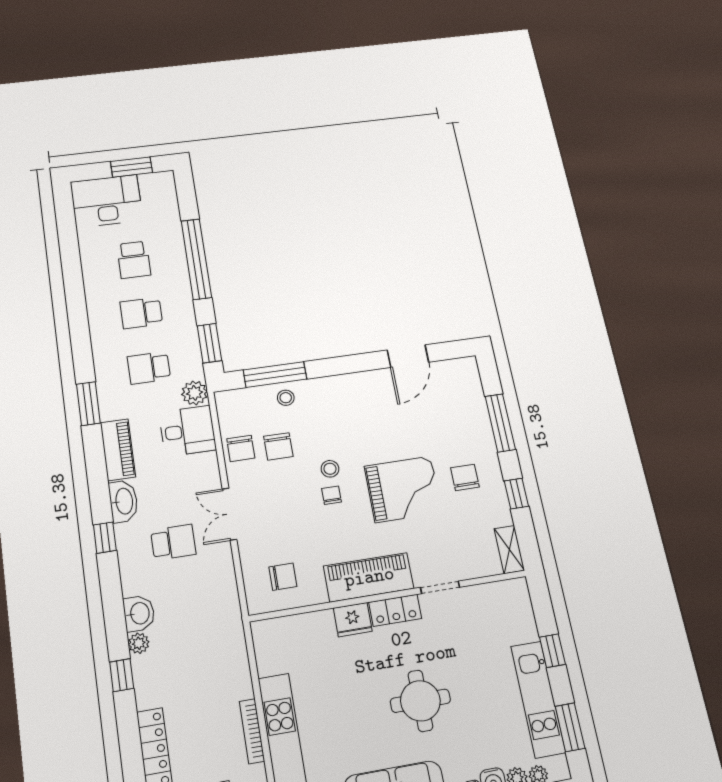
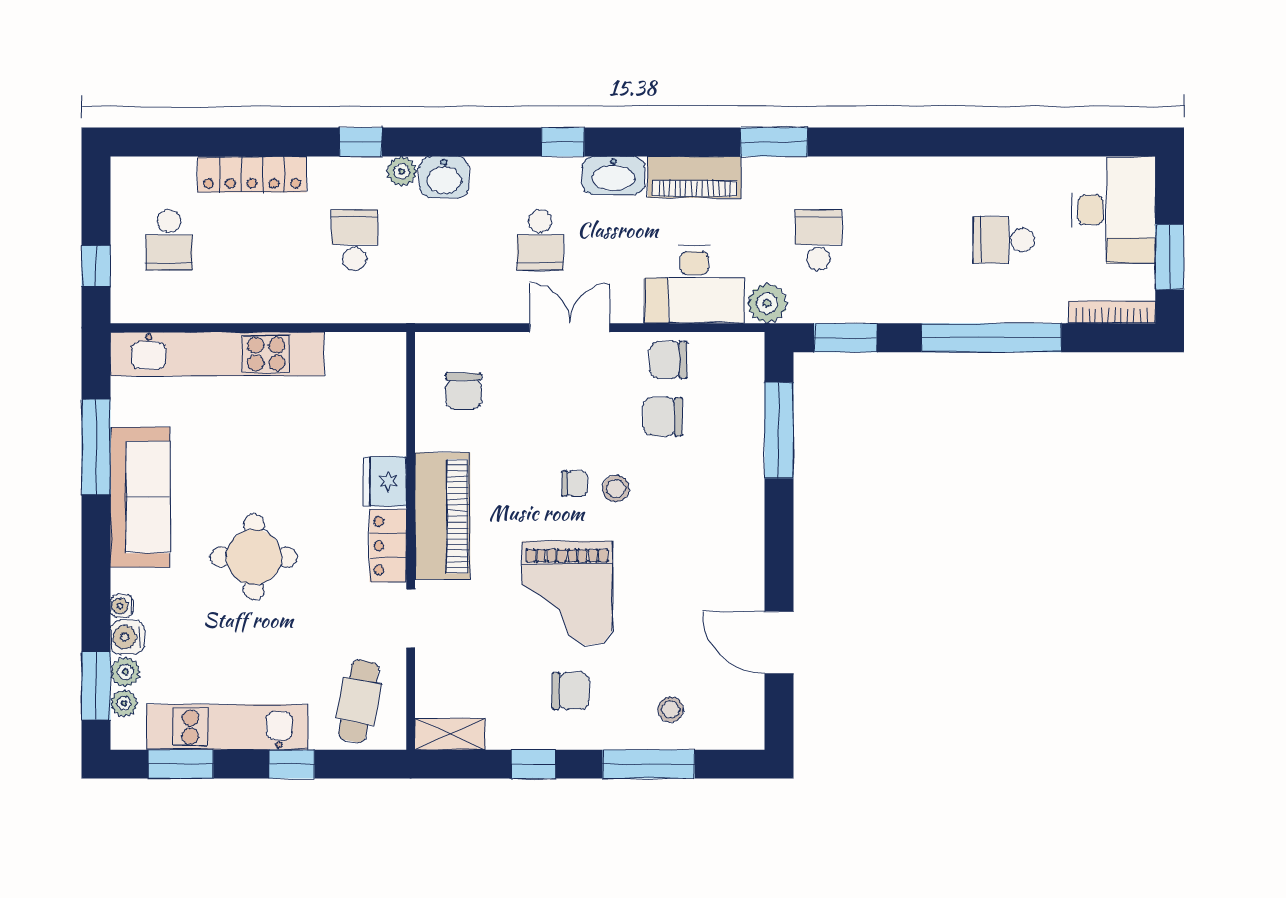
school desk: (141, 313) -> (355, 240), moved
stool: (286, 398) -> (671, 710), moved
desk: (188, 431) -> (694, 284), width x1.37
cafe table: (501, 613) -> (359, 701), added
bookcase: (252, 731) -> (1112, 312), moved

